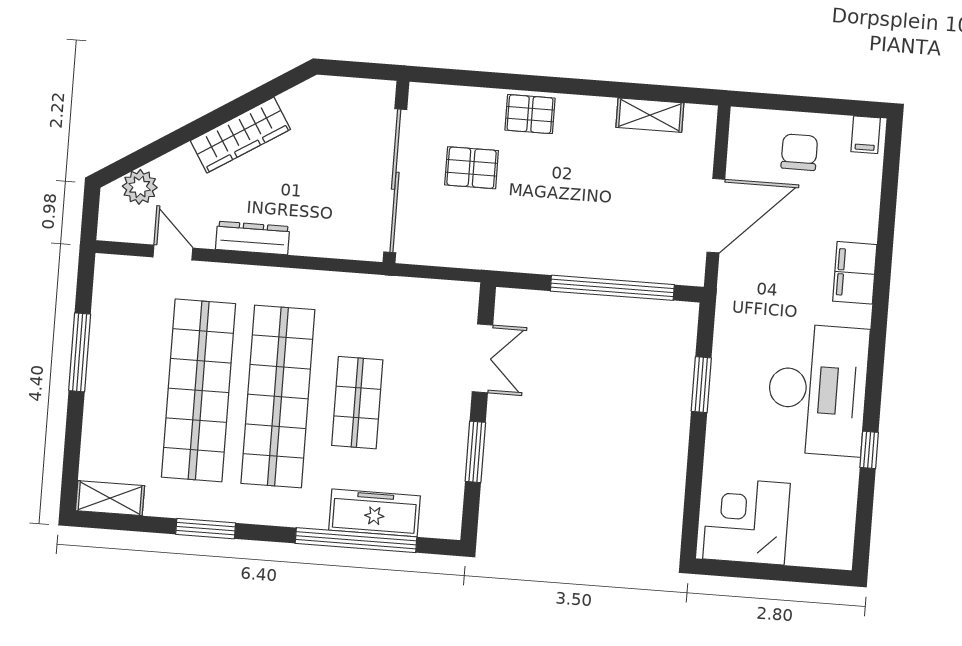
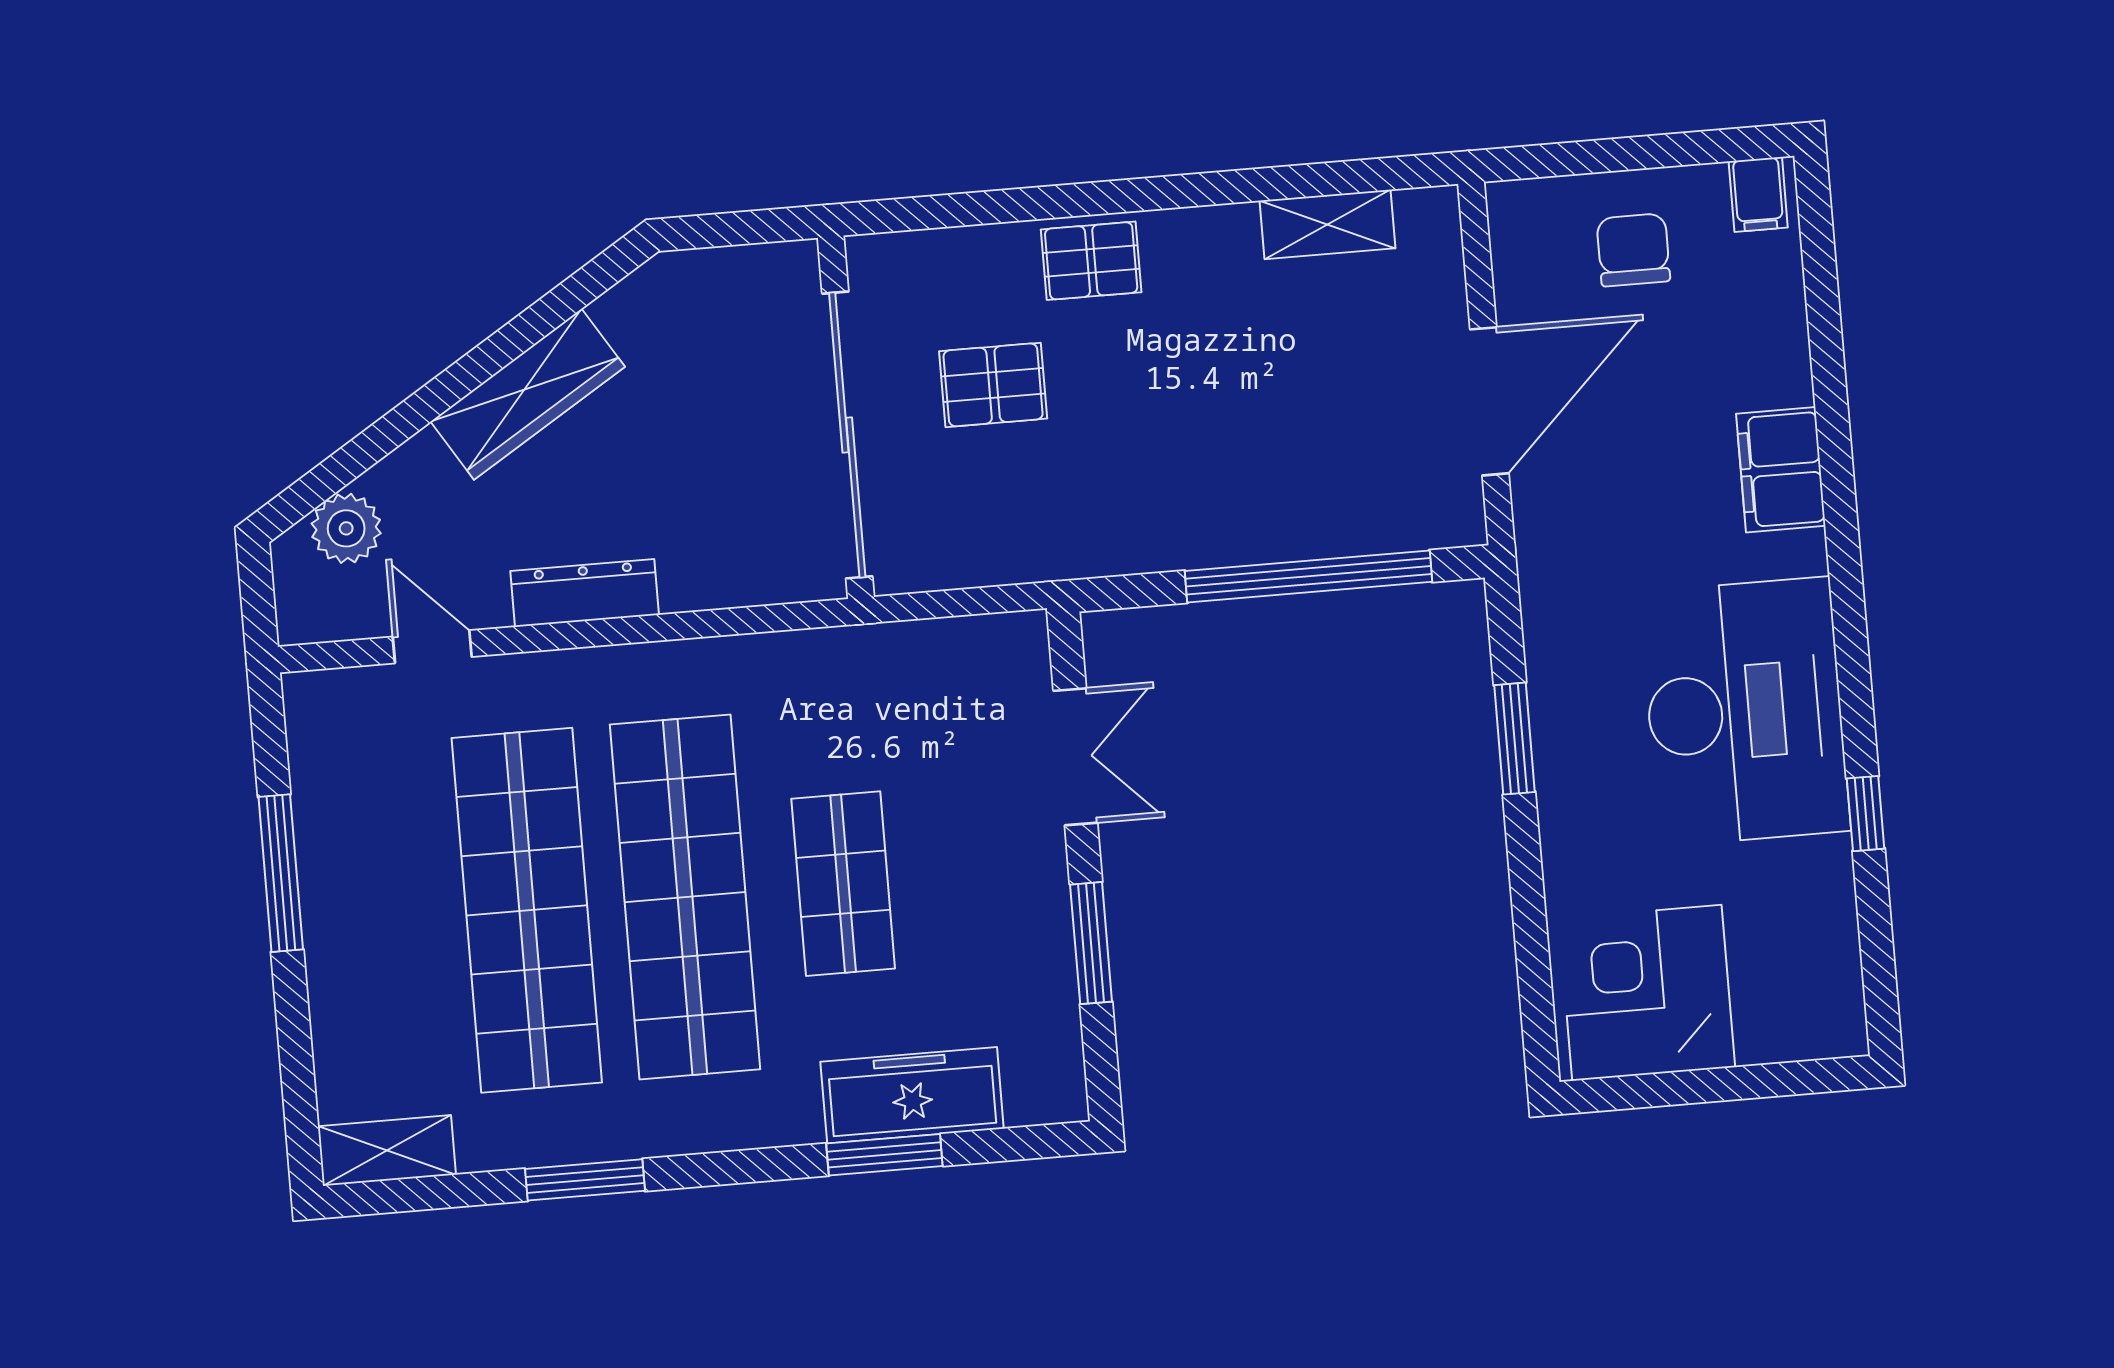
window: (356, 540) -> (884, 1155), width x0.47

